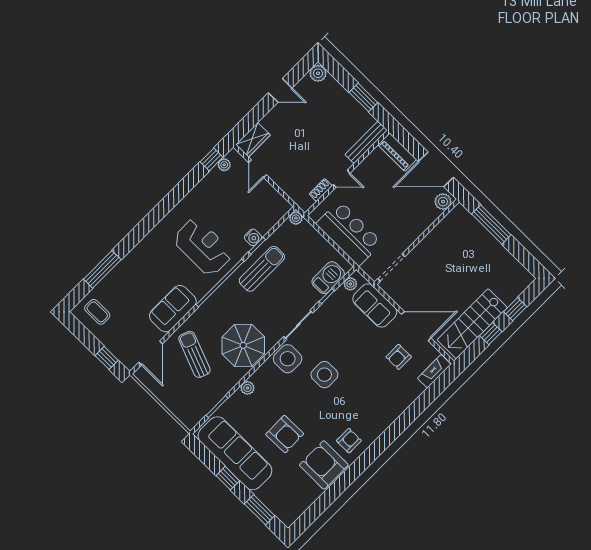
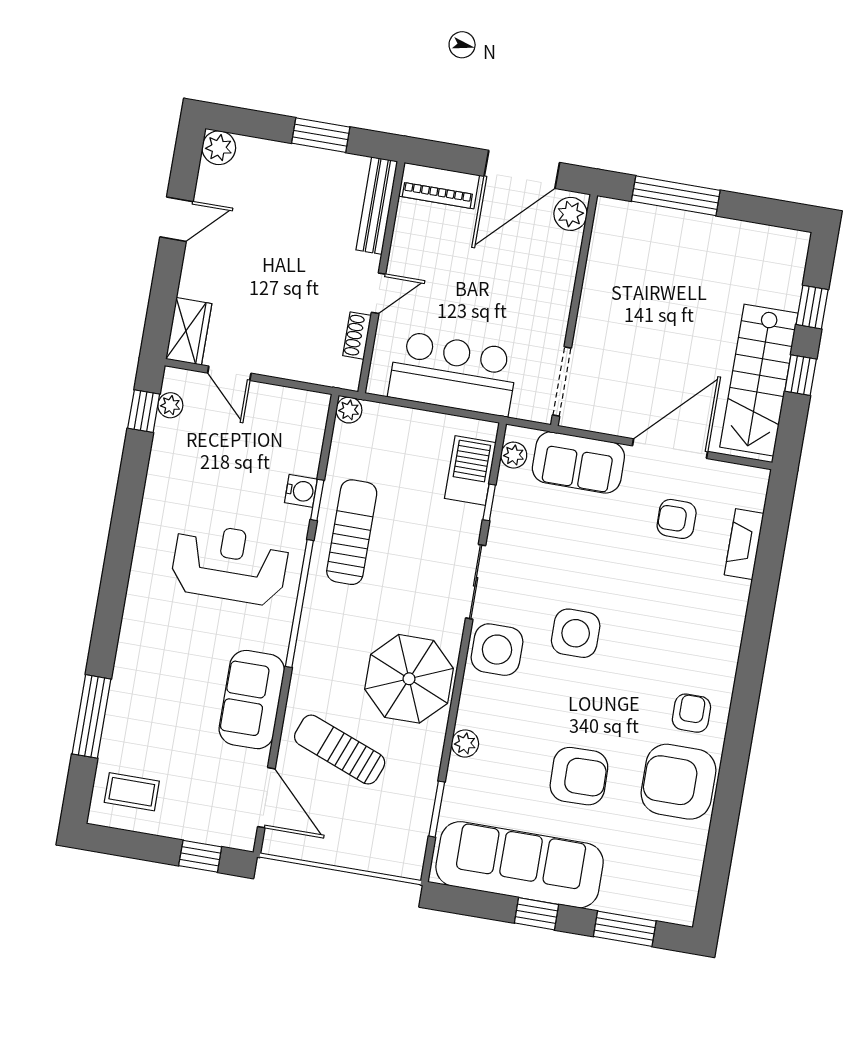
armchair: (399, 357) -> (677, 519), turned 90
fireplace: (434, 371) -> (744, 544), moved

